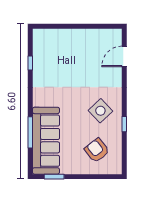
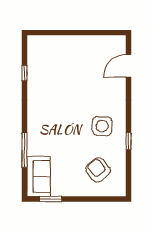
side table: (100, 111) -> (102, 126), turned 45
sofa: (46, 141) -> (39, 176), width x0.54, depth x0.79

